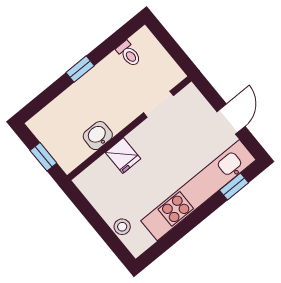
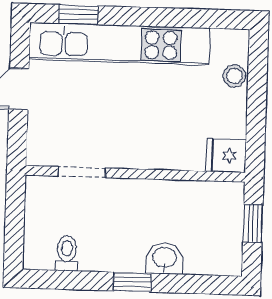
washbasin: (98, 136) -> (165, 258), moved, turned 180
fridge: (123, 156) -> (226, 156), moved, turned -90

